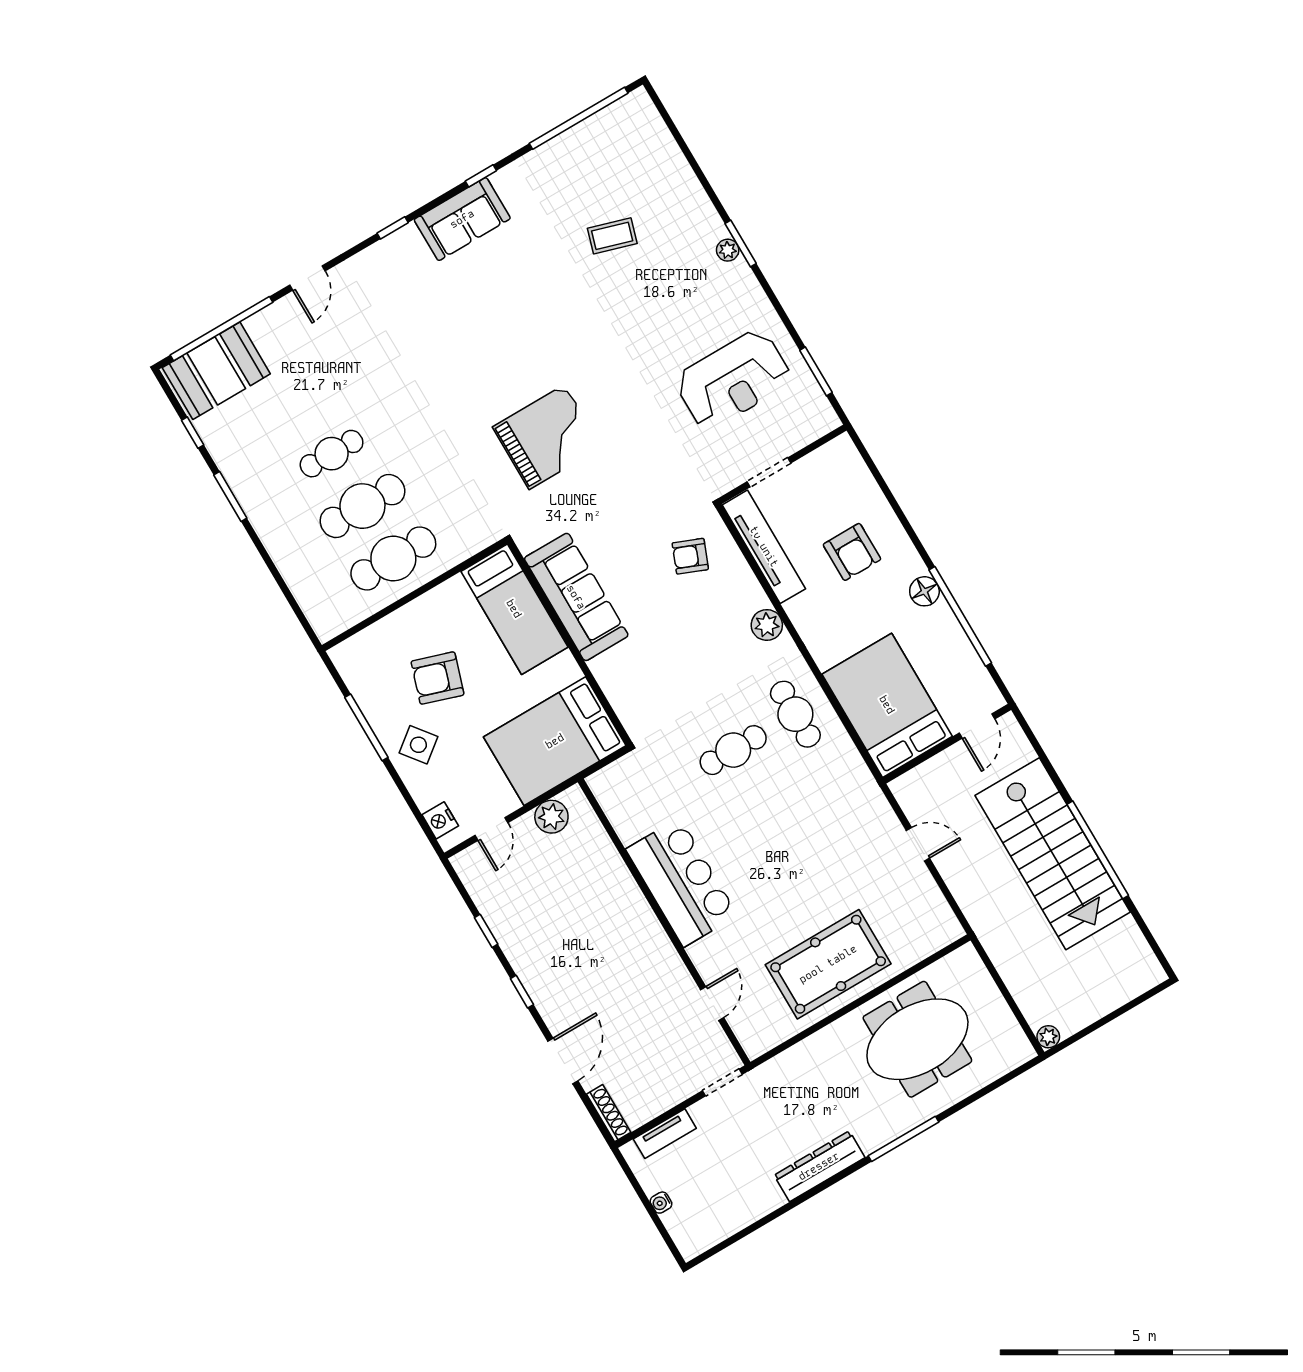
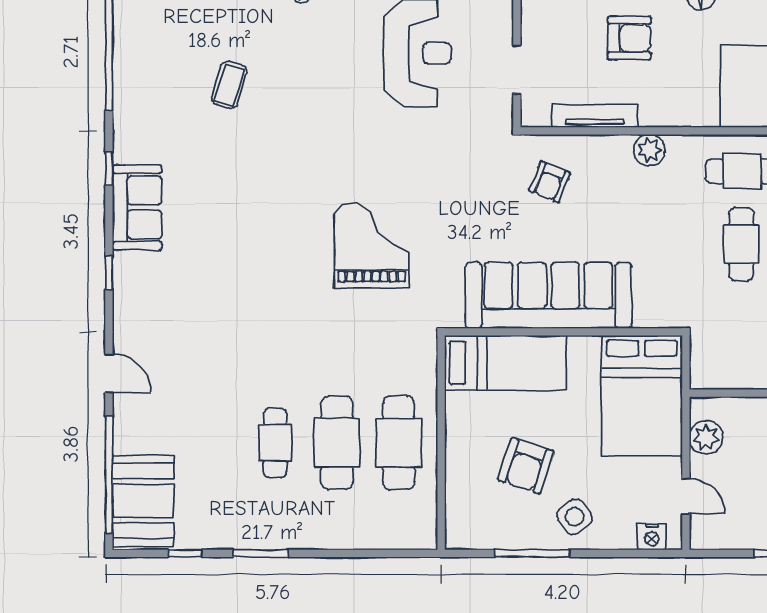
tv unit: (764, 547) -> (595, 116), width x0.73, depth x0.78
sofa: (576, 597) -> (549, 295), width x1.36, depth x1.27

